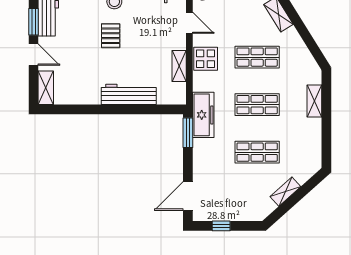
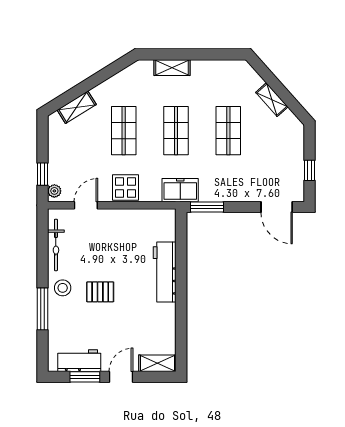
shelving: (179, 66) -> (134, 216), removed
freezer: (203, 115) -> (180, 190), width x0.71

